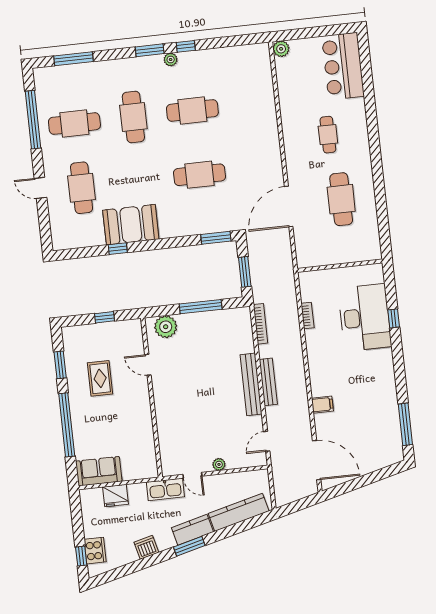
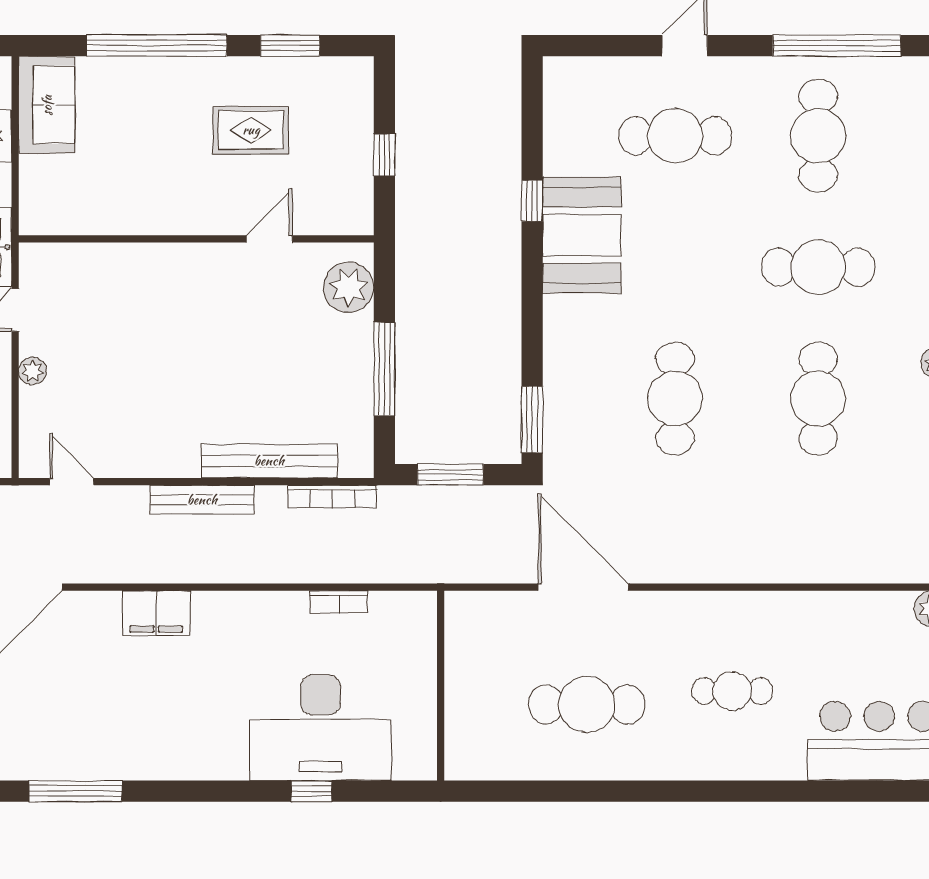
bench: (251, 384) -> (269, 461), moved
filing cabinet: (322, 405) -> (156, 613), width x2.00

